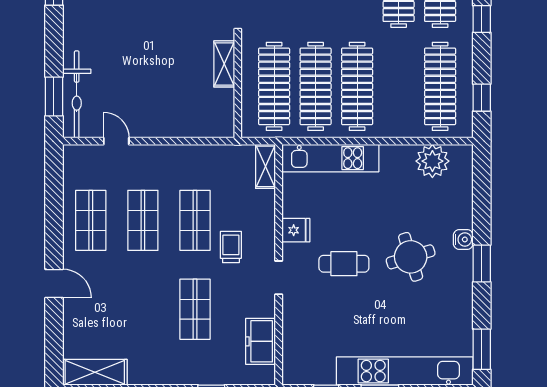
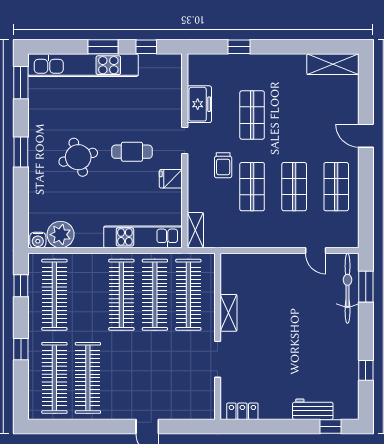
water cooler: (463, 239) -> (38, 240), moved, turned -90
freezer: (260, 341) -> (199, 104), moved

